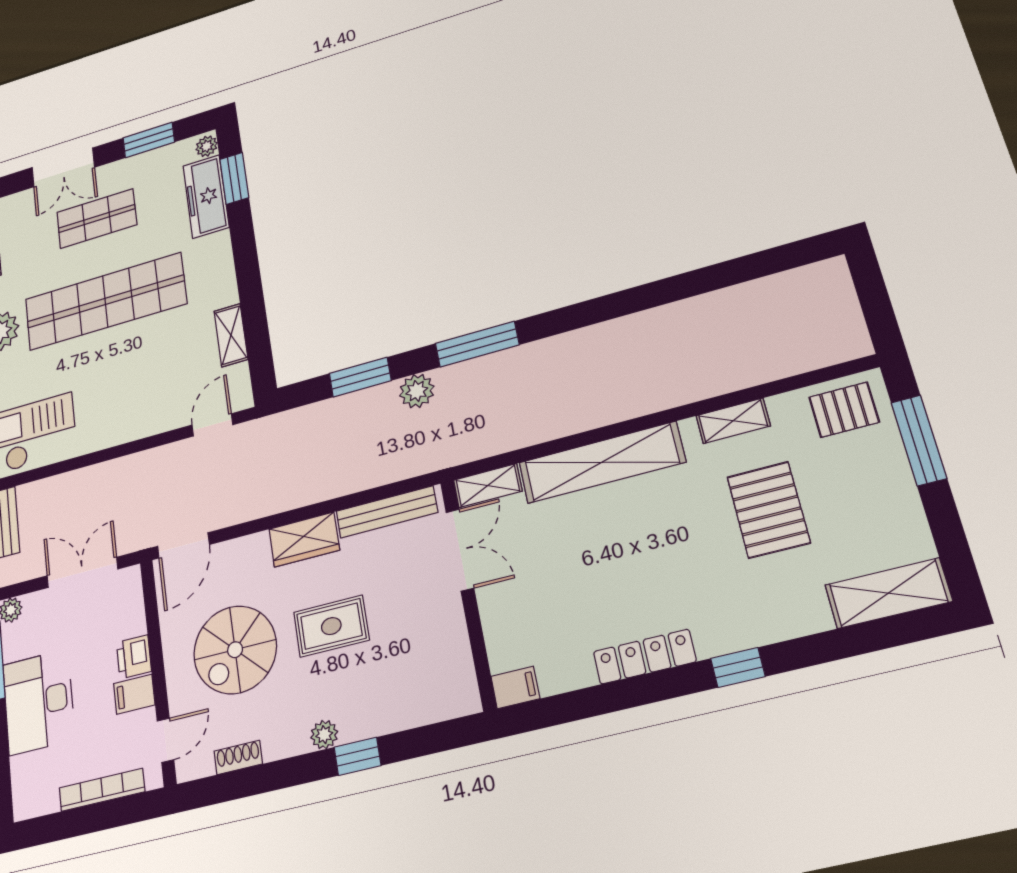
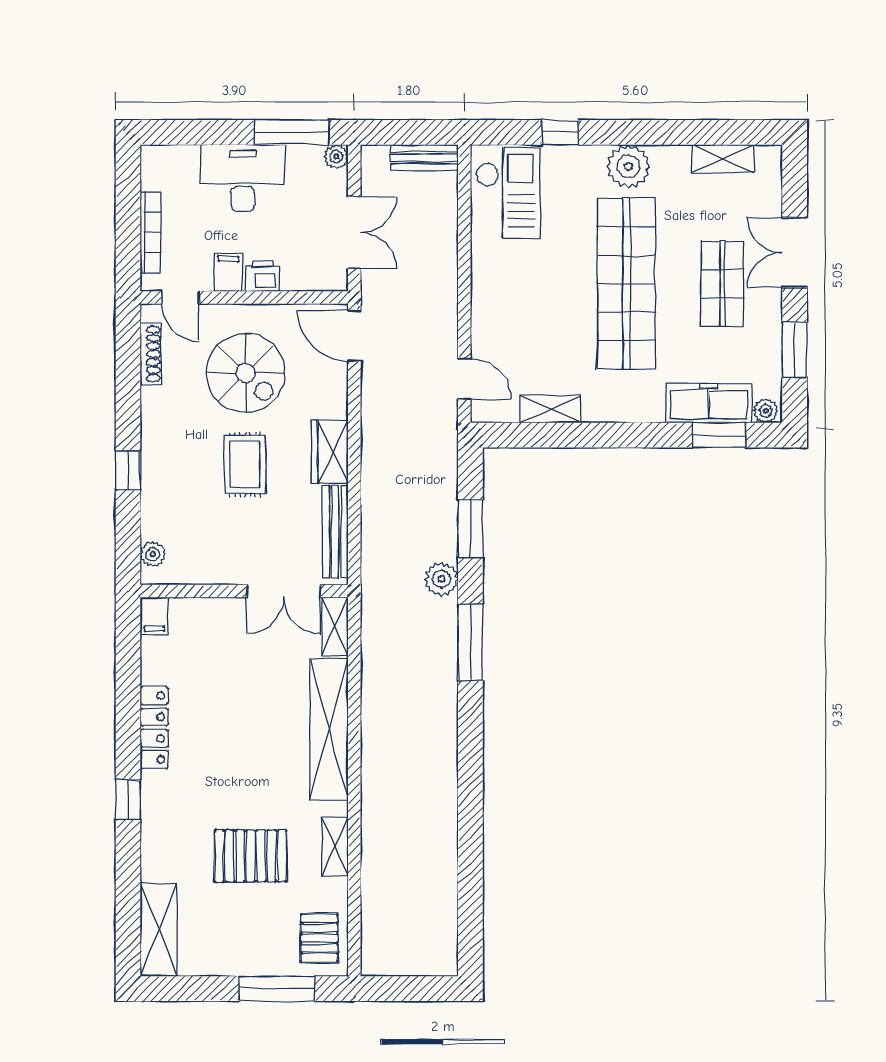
spiral stairs: (235, 650) -> (246, 373), turned 180
plant: (324, 735) -> (153, 554), moved
shoe rack: (238, 757) -> (151, 354), width x1.43

